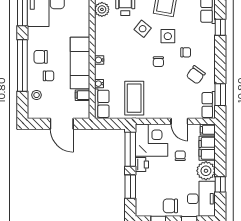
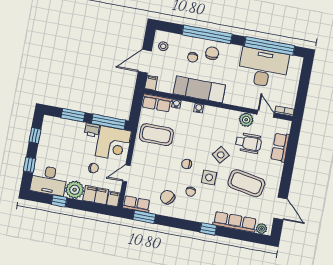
stool: (37, 95) -> (163, 46), moved
filing cabinet: (82, 95) -> (151, 83), moved
chair: (170, 206) -> (48, 150), removed

